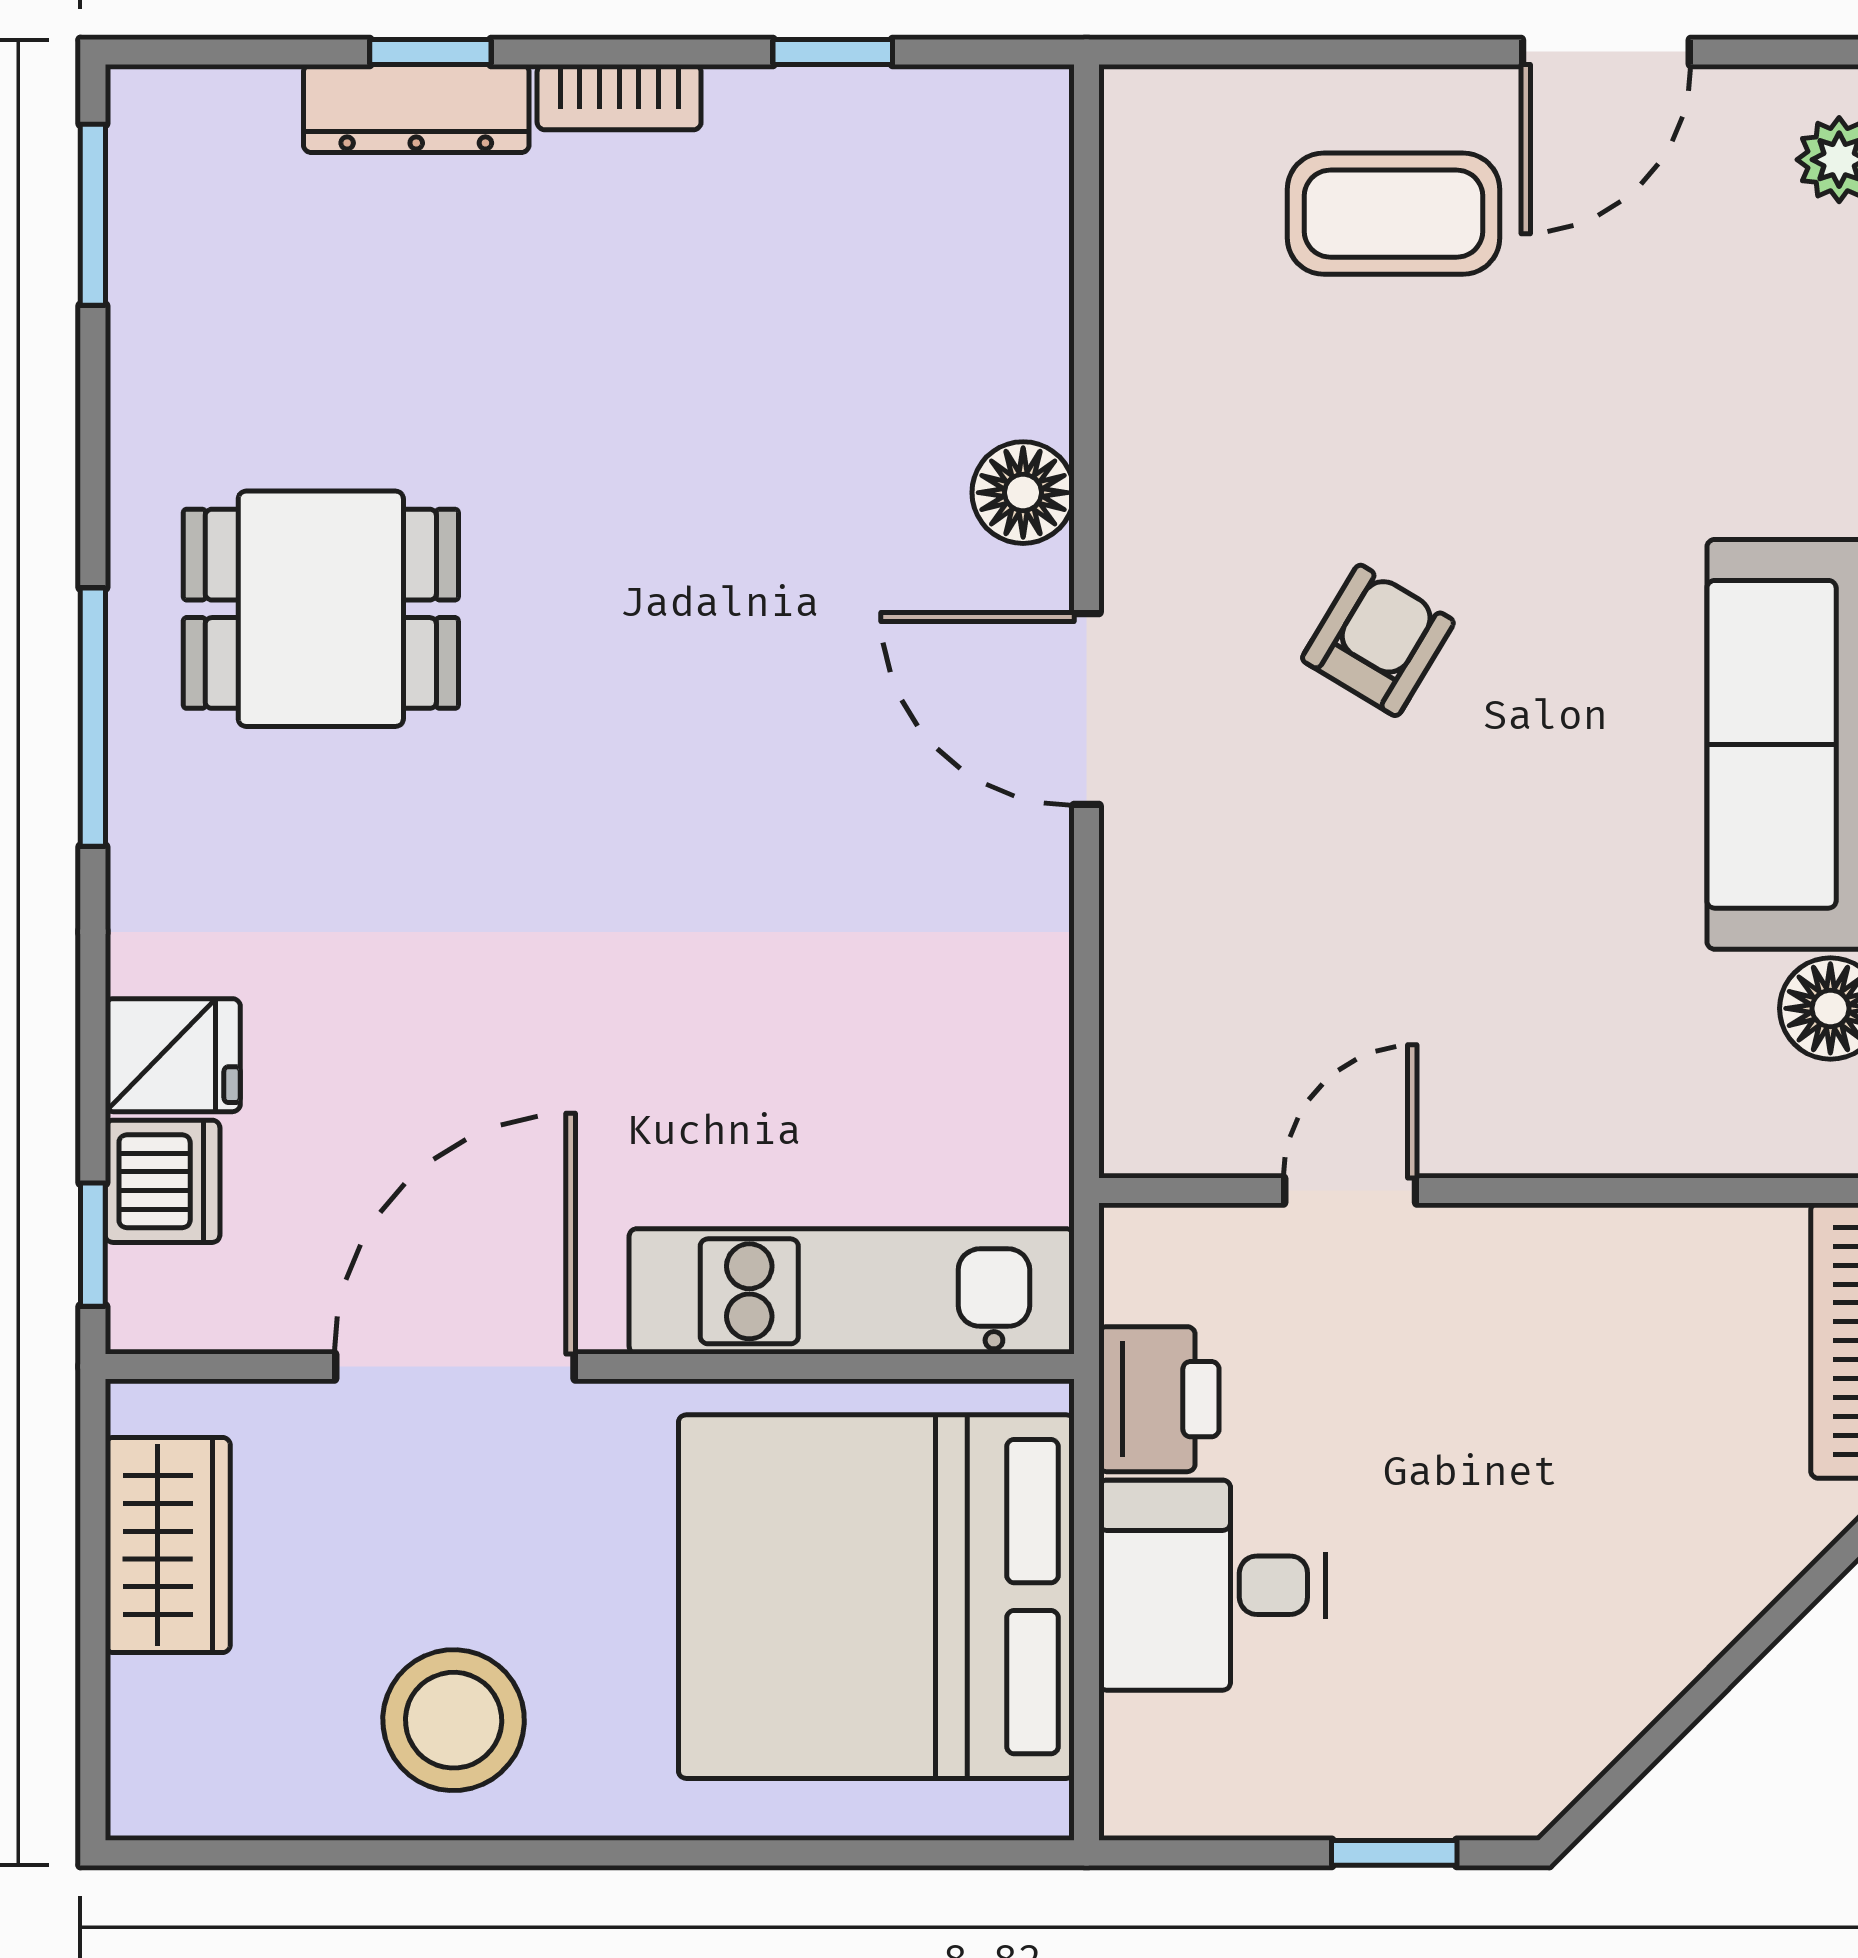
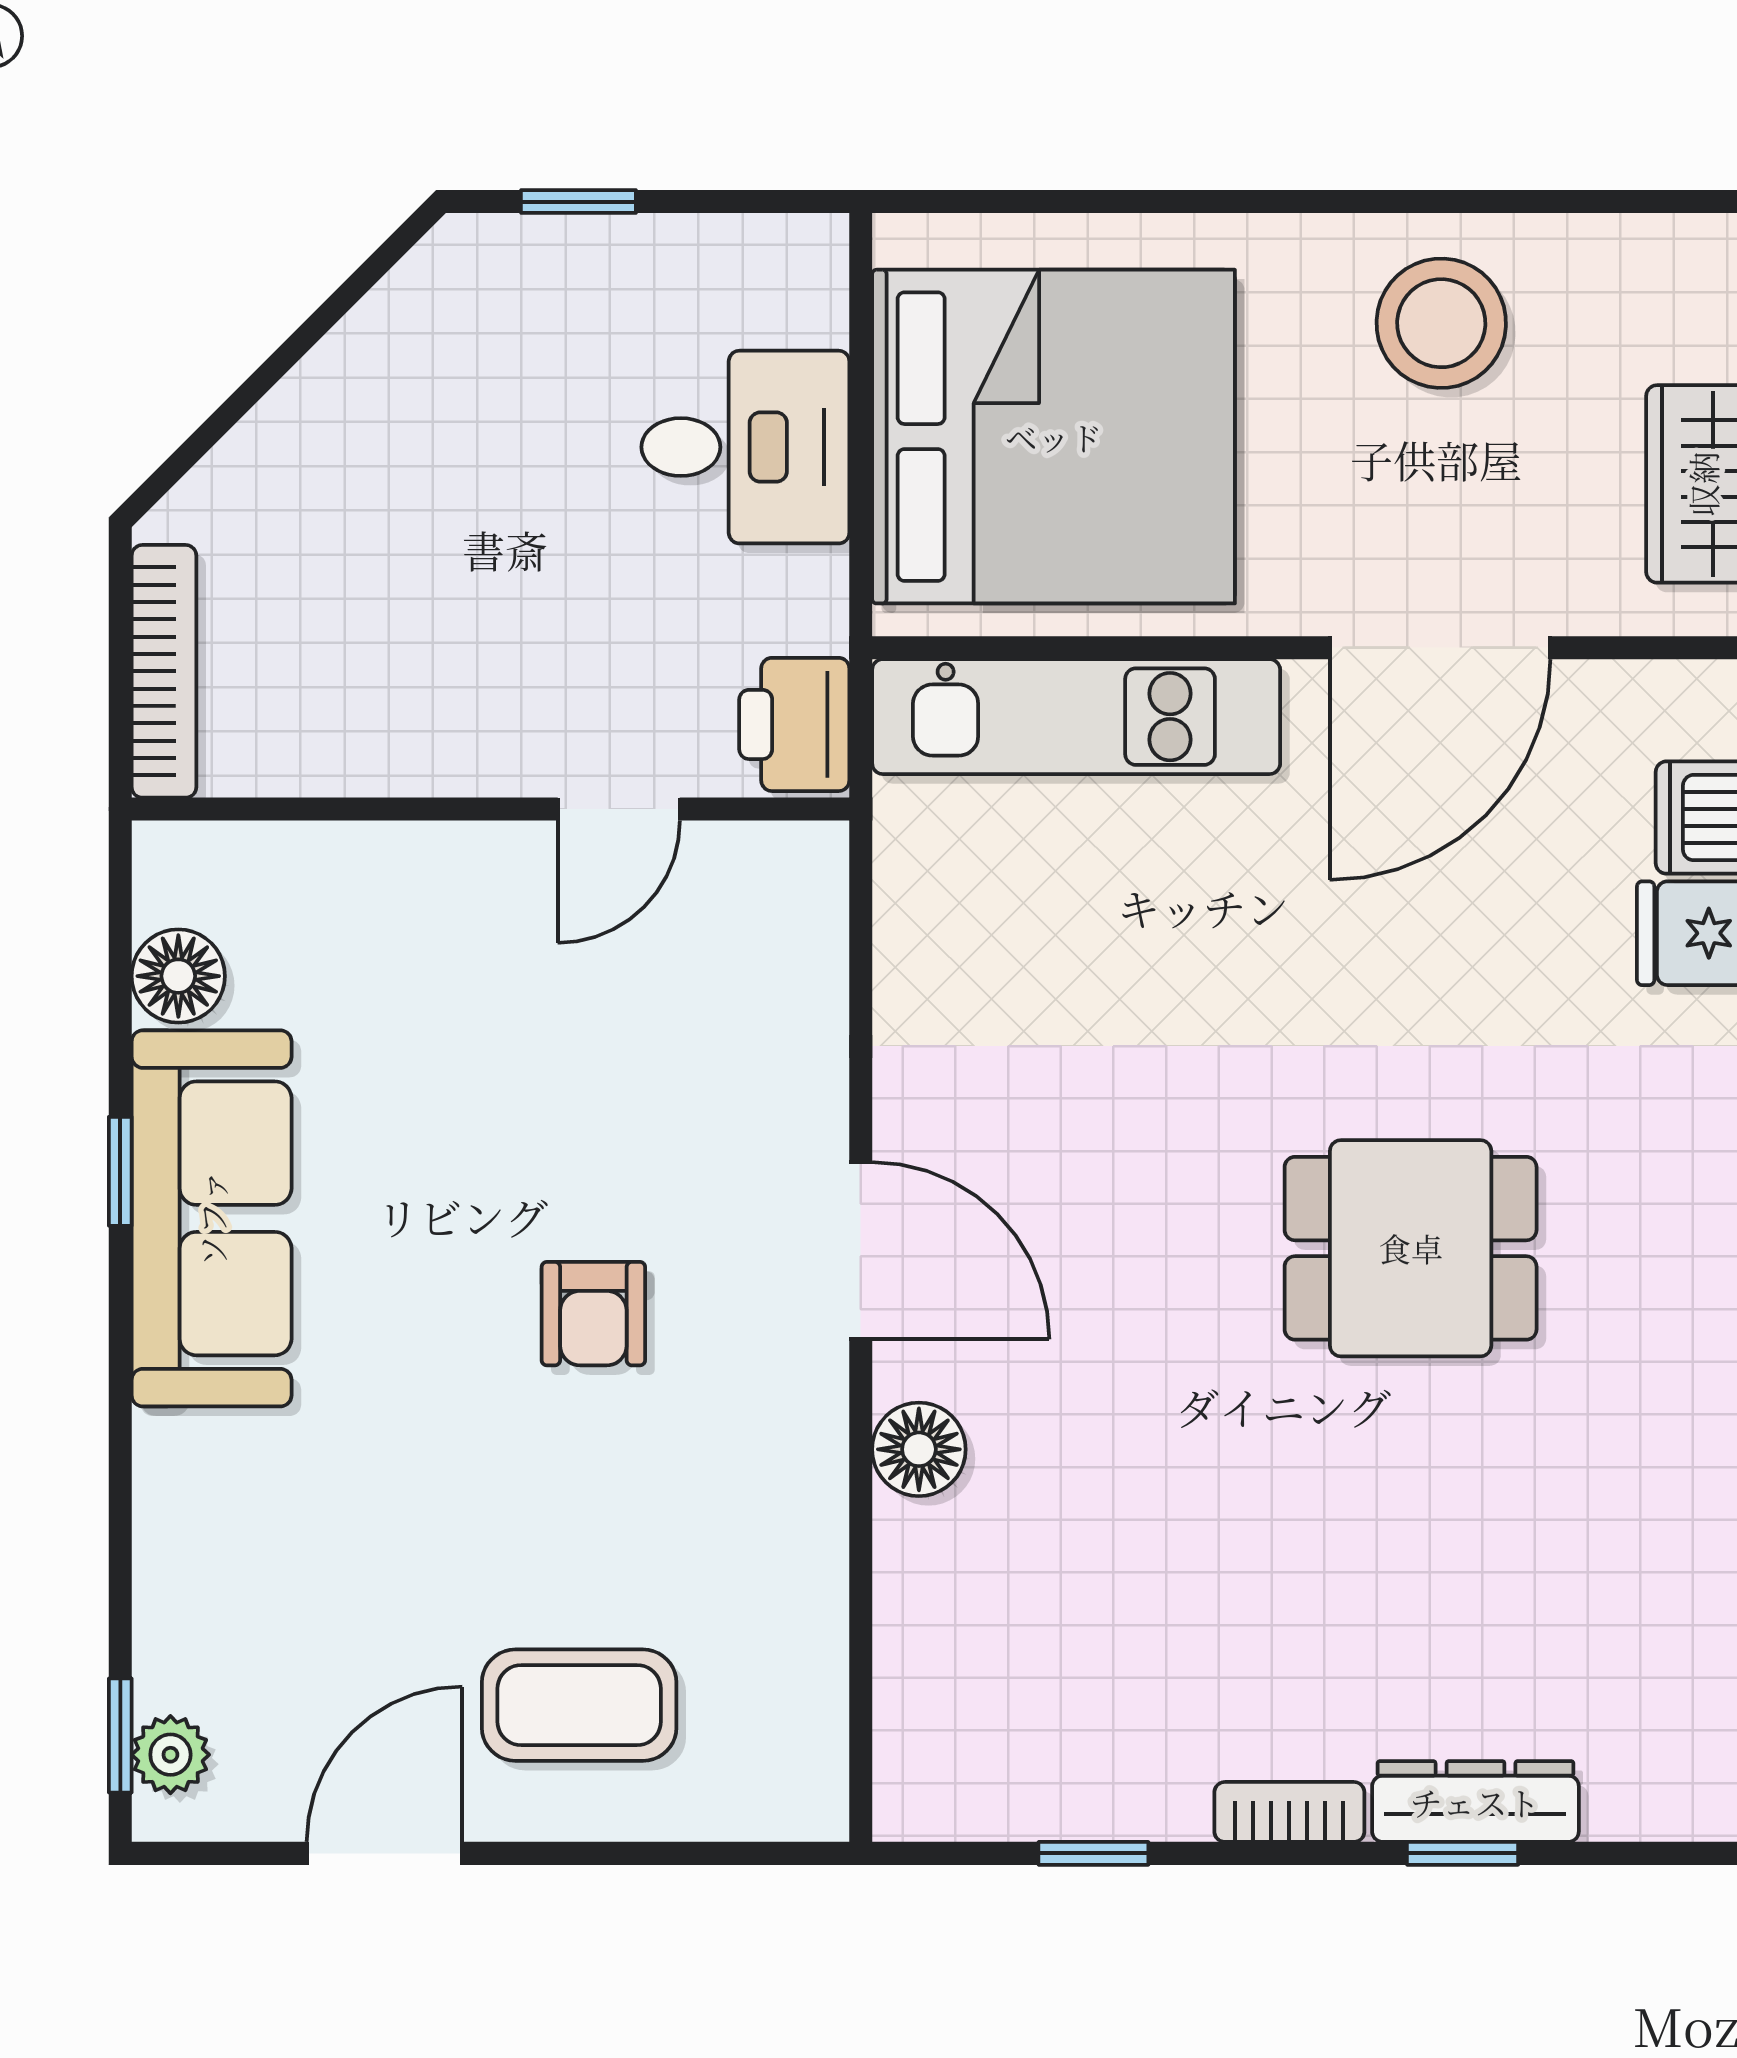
dining table: (321, 609) -> (1411, 1248), moved
armchair: (1378, 640) -> (593, 1314), turned -31
printer: (1159, 1399) -> (794, 724), moved

